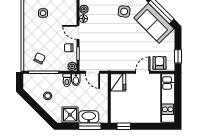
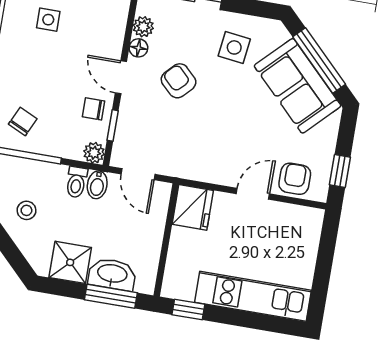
armchair: (103, 30) -> (179, 81), added
kitchen unit: (168, 98) -> (253, 296), moved, turned 90

